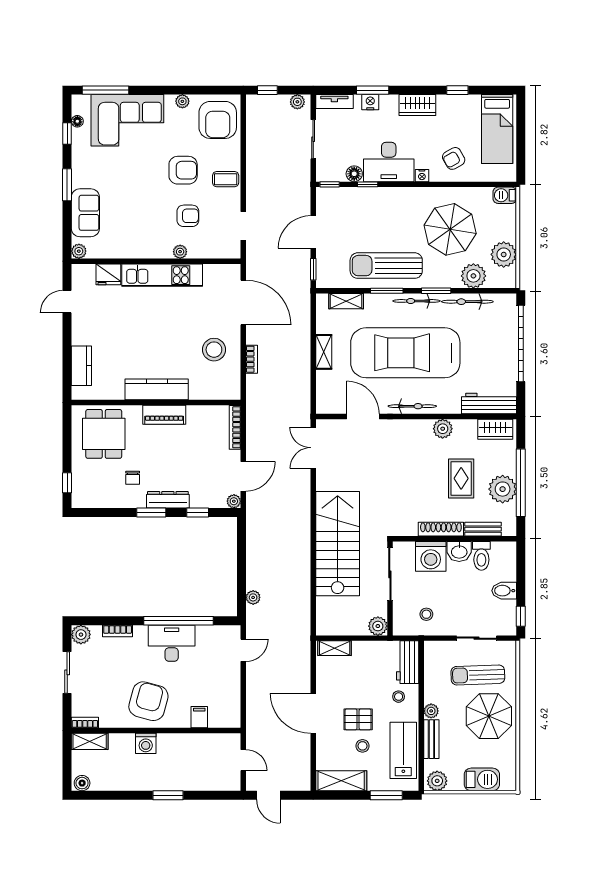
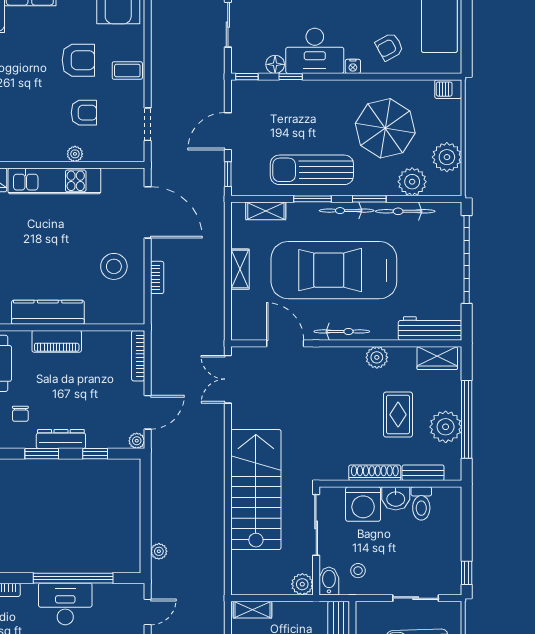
bidet: (504, 591) -> (329, 581), moved, turned 90

